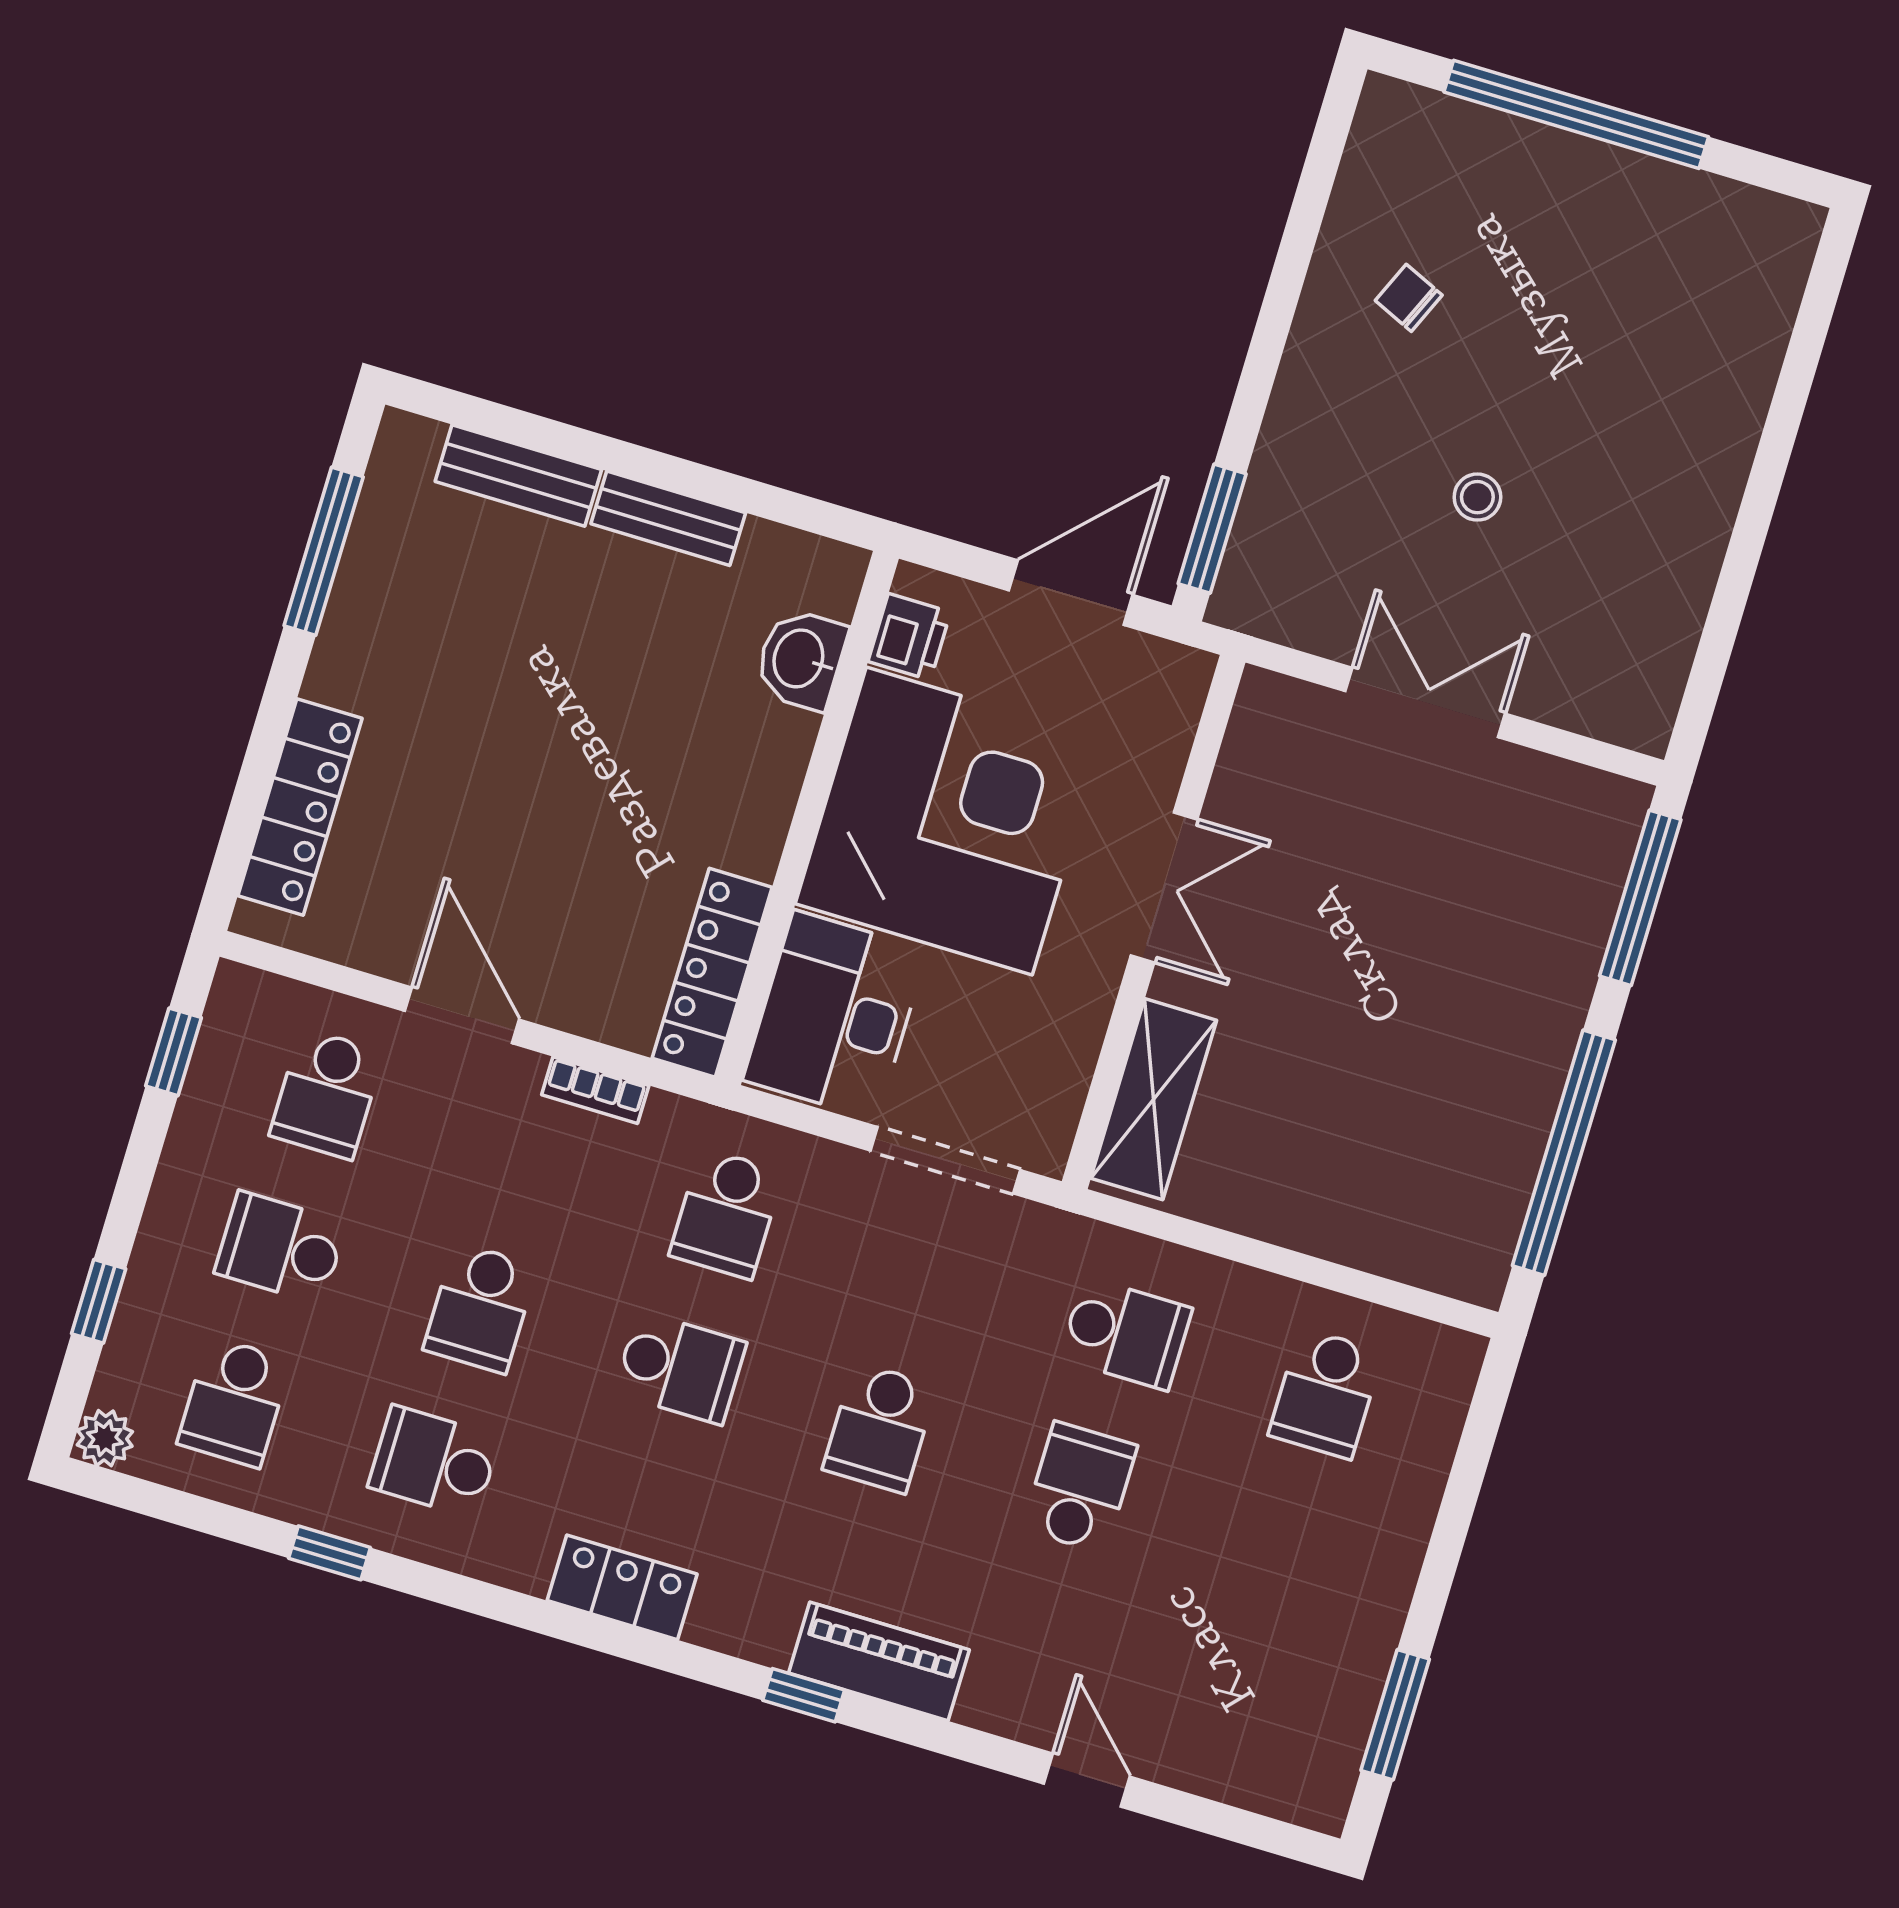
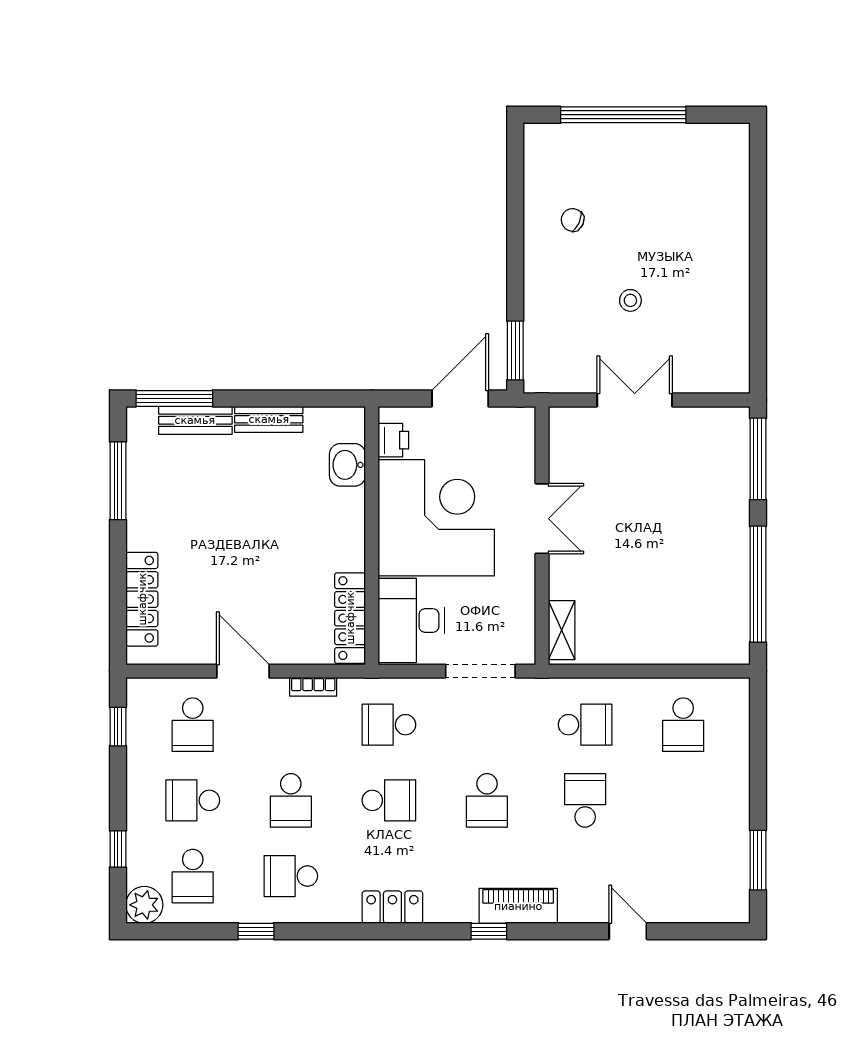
window: (489, 418) -> (174, 398), added
shelving: (1154, 1099) -> (562, 630), width x0.67, depth x0.75
school desk: (726, 1214) -> (389, 725), turned 90
plant: (105, 1438) -> (144, 905), width x1.38, depth x1.38

